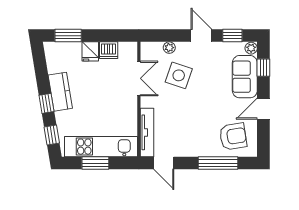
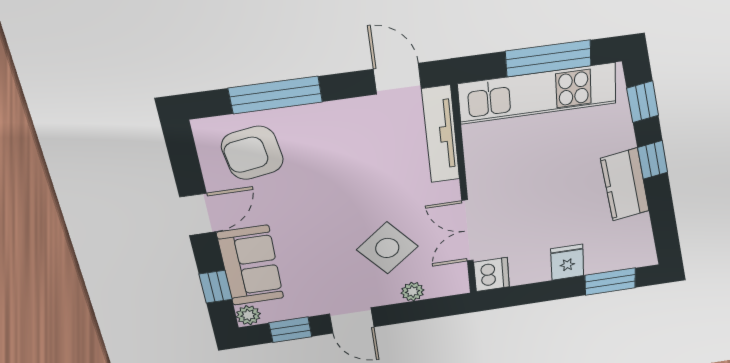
dishwasher: (109, 50) -> (492, 275), moved, turned 90
side table: (179, 75) -> (387, 248), turned 32
window: (95, 163) -> (548, 58), width x1.44

